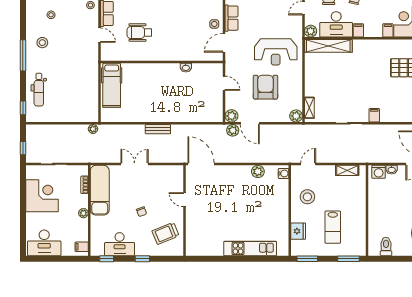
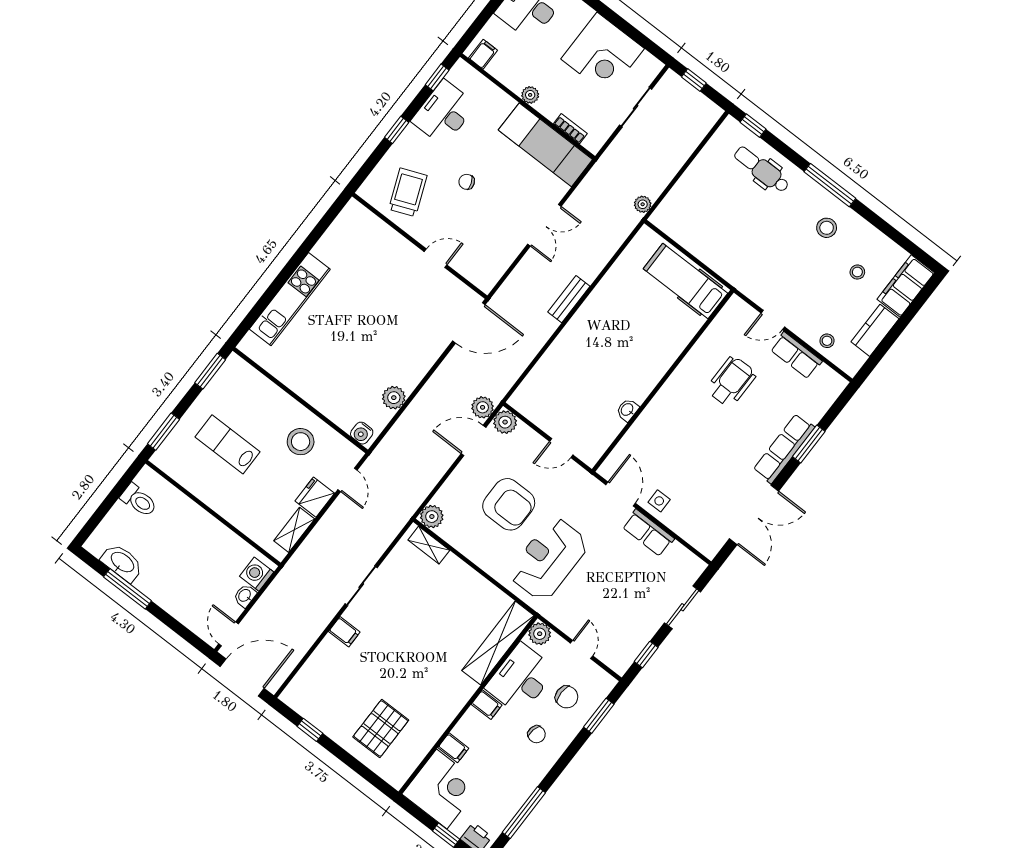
fridge: (298, 231) -> (315, 497), moved, turned 90

